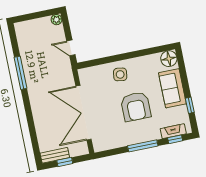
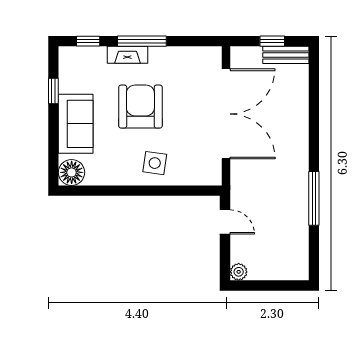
fireplace: (173, 131) -> (127, 55), moved

